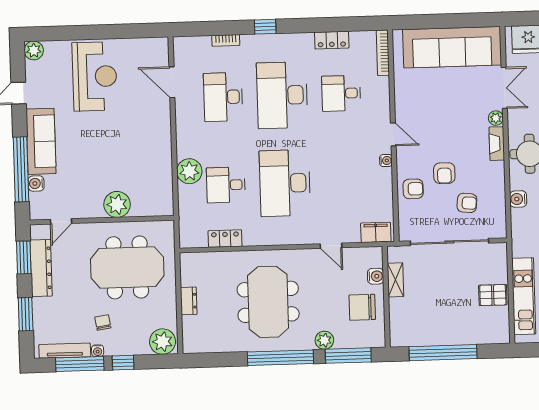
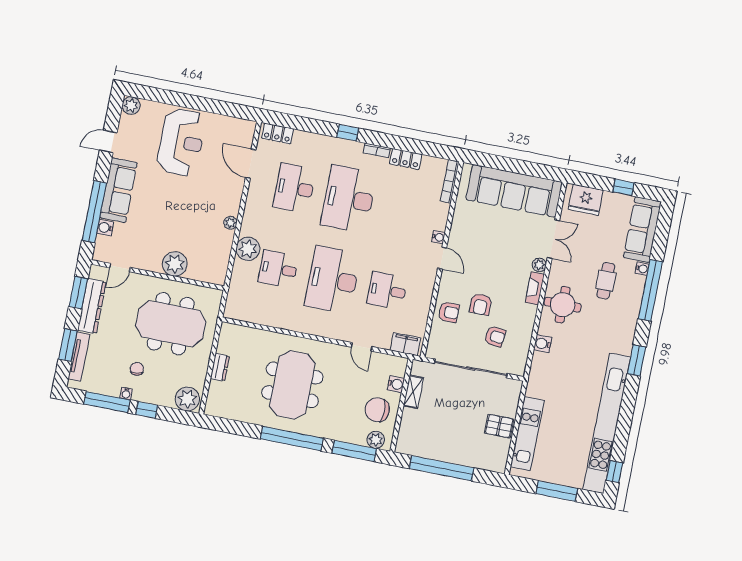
bookcase: (226, 40) -> (377, 150), moved
desk: (341, 93) -> (387, 291), moved
plant: (165, 148) -> (230, 223), added
water cooler: (386, 161) -> (438, 237), moved
locker: (225, 239) -> (277, 133), moved, turned 180
plant: (324, 340) -> (376, 440), moved
tv unit: (65, 351) -> (79, 356), moved, turned 90

